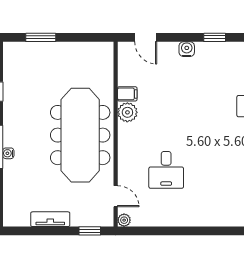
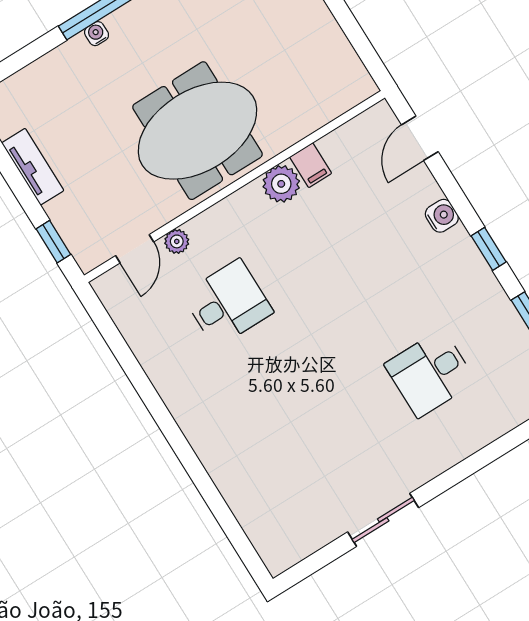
meeting table: (80, 135) -> (197, 131), width x0.73
desk: (166, 170) -> (228, 303), turned 180
plant: (124, 220) -> (177, 241), moved

